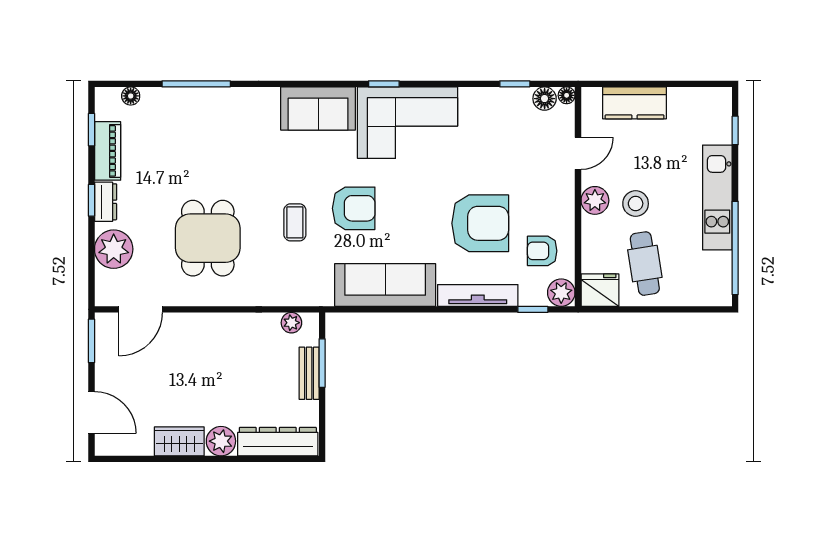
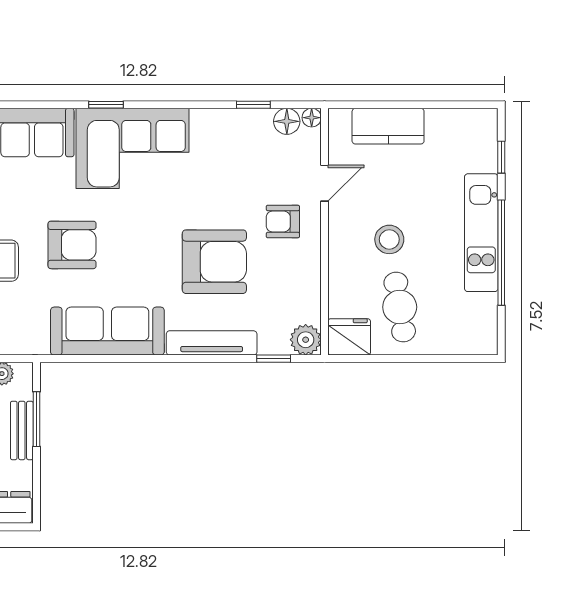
plant: (595, 200) -> (344, 236), removed
window: (735, 248) -> (501, 253), moved
armchair: (542, 251) -> (283, 221), moved

